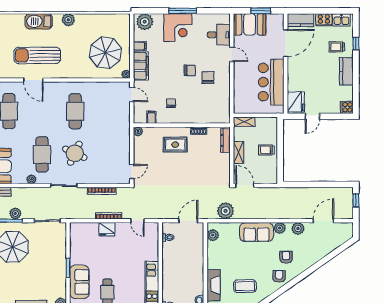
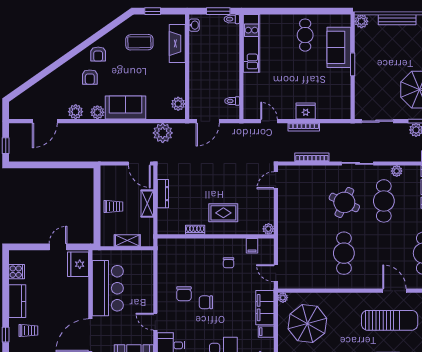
cooker: (347, 107) -> (17, 272), moved
shelving: (244, 122) -> (127, 240), moved
dresser: (225, 140) -> (163, 194), moved

